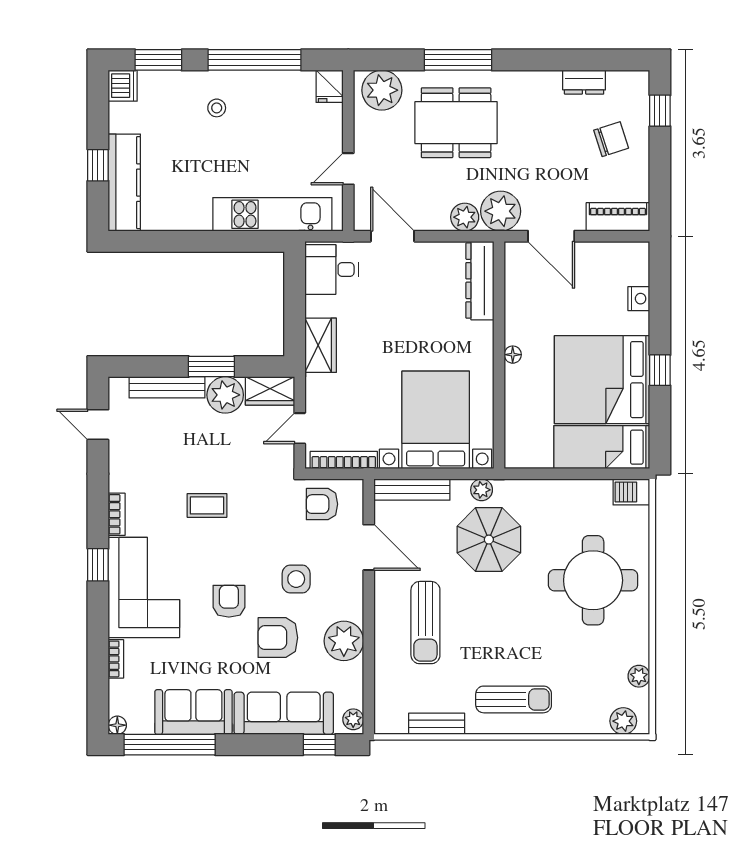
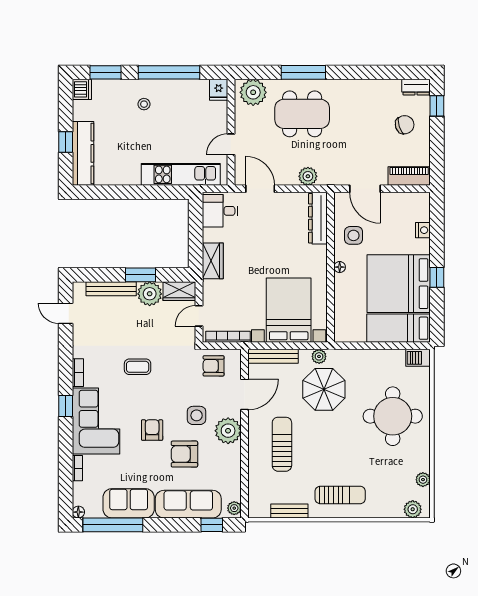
dresser: (584, 82) -> (416, 87), moved
plant: (501, 211) -> (332, 172), removed
side table: (534, 307) -> (354, 235), added
door: (369, 547) -> (244, 394), hinge flipped
sun lounger: (425, 623) -> (282, 444), turned 180
plant: (344, 641) -> (228, 431), moved

